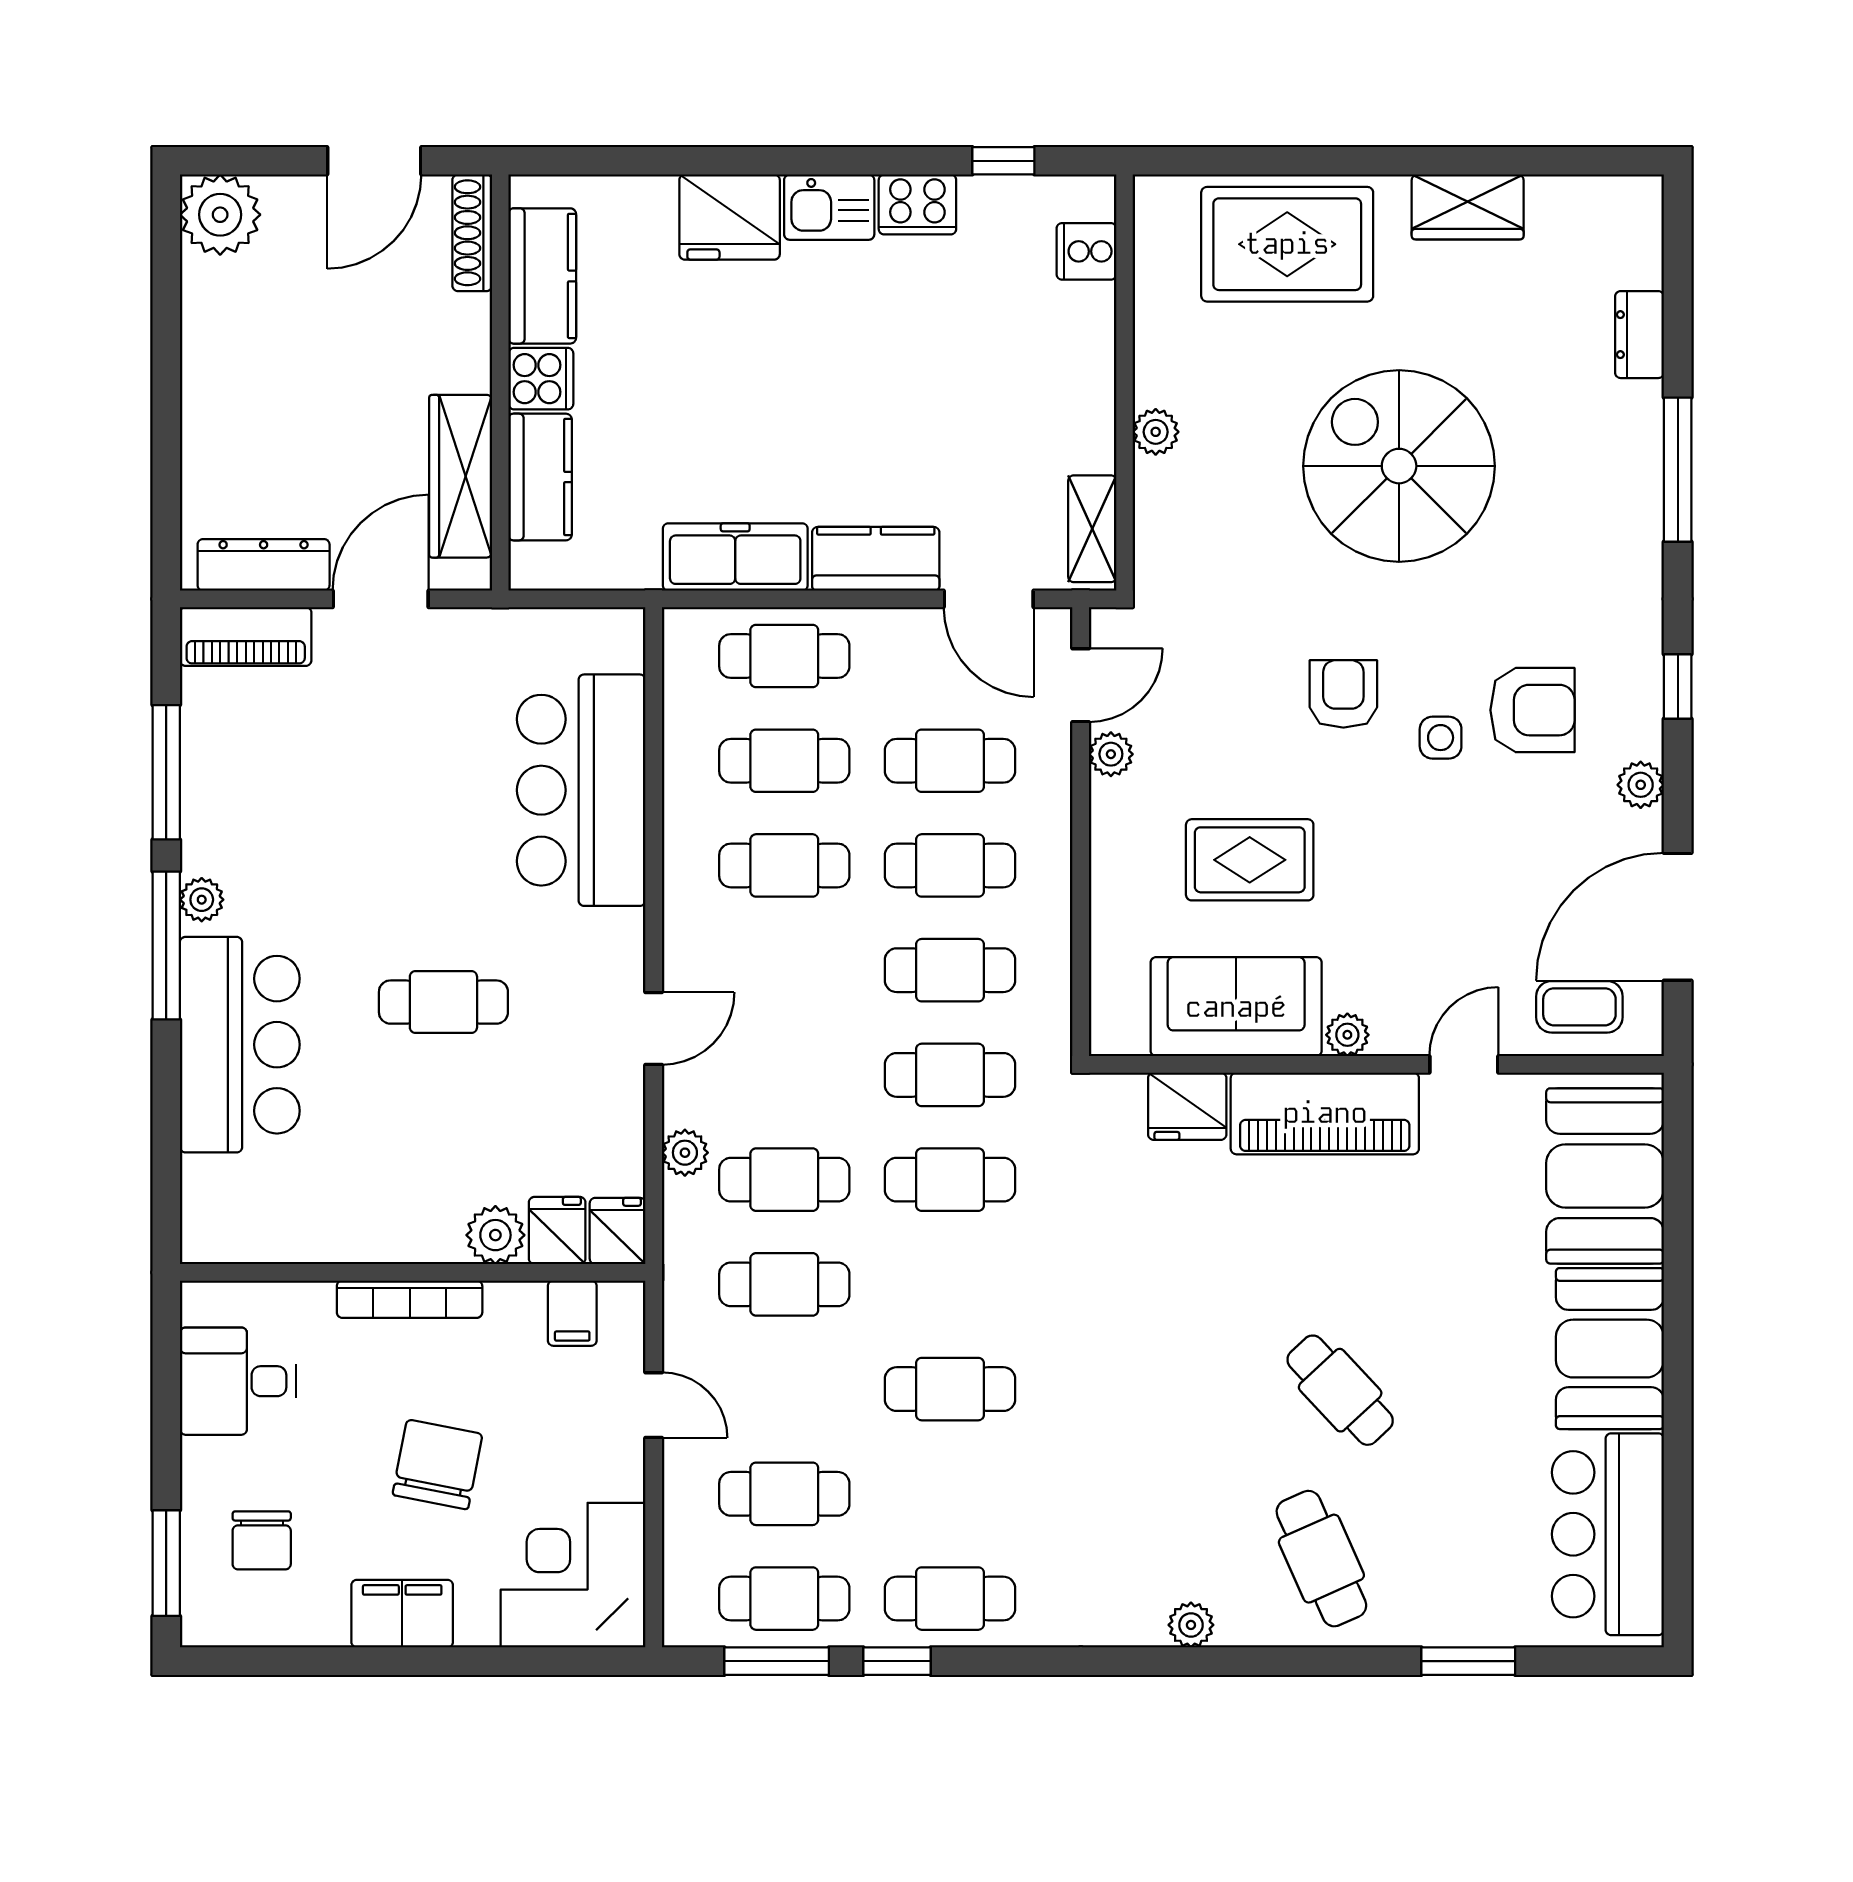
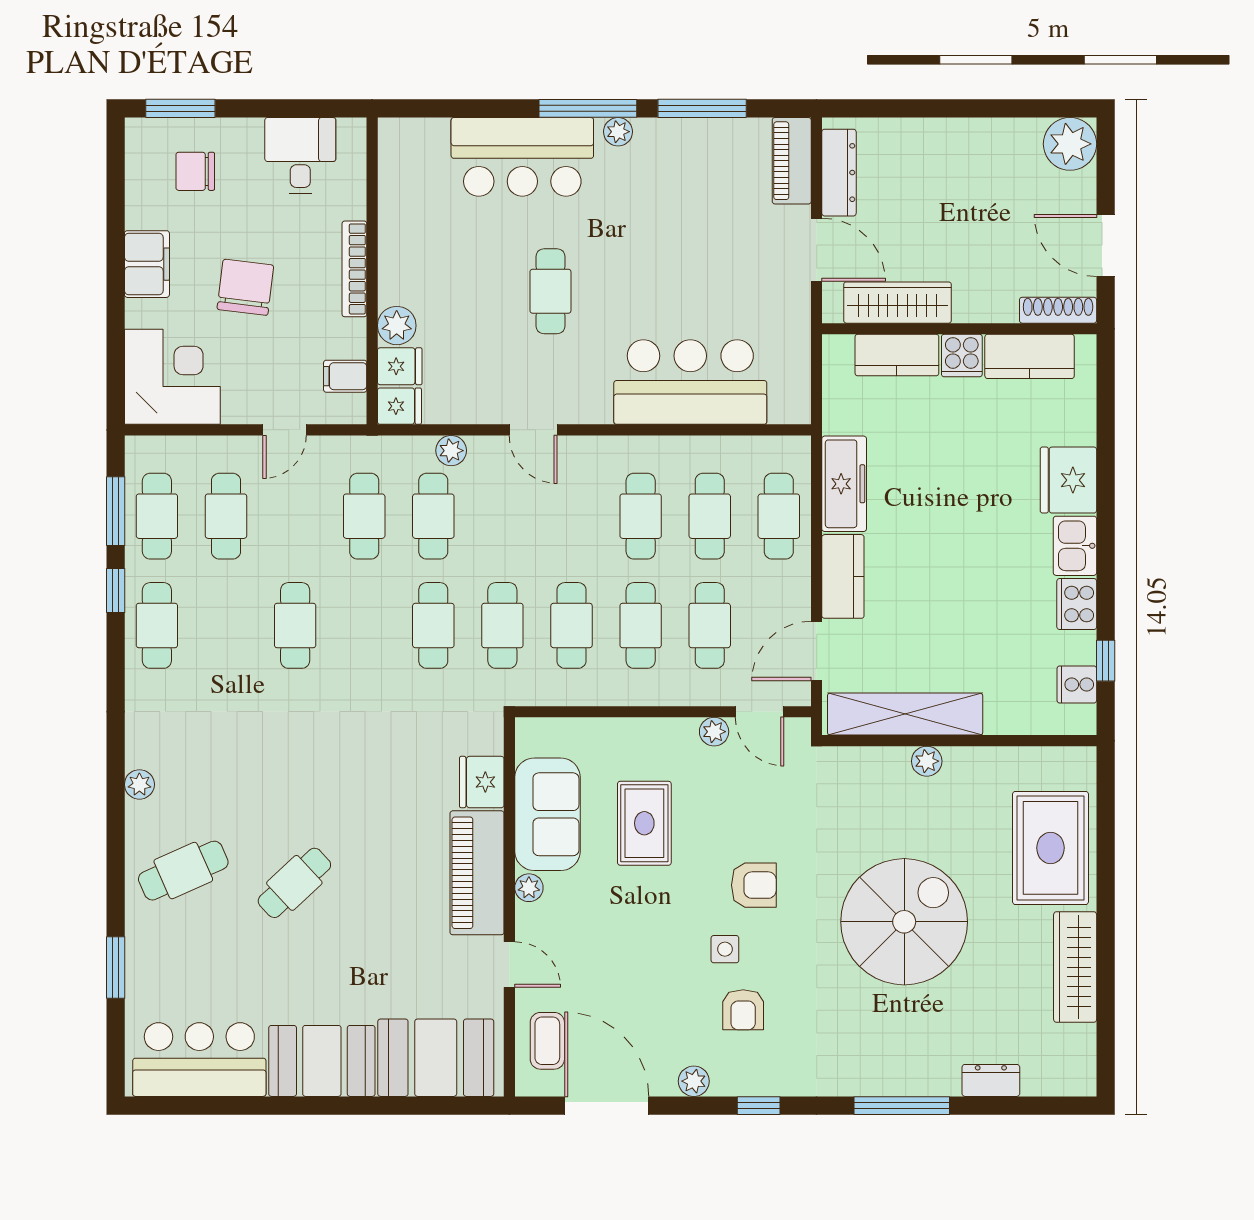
wardrobe: (1468, 207) -> (1075, 967), width x1.50
cooker: (1086, 251) -> (1077, 685), moved, turned -90
shelving: (1092, 529) -> (905, 714), width x2.20, depth x1.33
armchair: (1532, 710) -> (743, 1010), width x0.72, depth x0.72
chair: (437, 1464) -> (245, 287), turned -94

